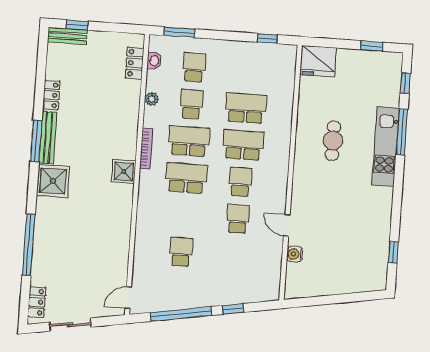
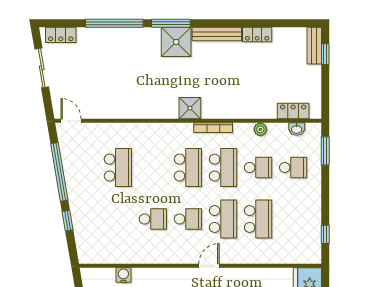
window: (36, 141) -> (171, 23), moved
door: (287, 225) -> (209, 266), moved
school desk: (181, 252) -> (118, 168), width x1.85

